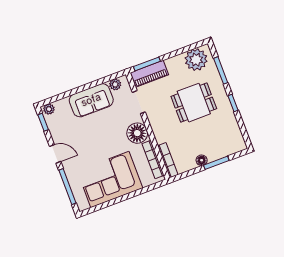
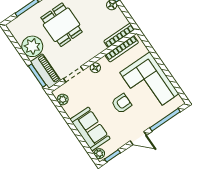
plant: (196, 60) -> (32, 46), moved
sofa: (91, 100) -> (90, 129), moved
floor lamp: (137, 133) -> (95, 68), width x0.53, depth x0.53
armchair: (96, 145) -> (122, 103), added
door: (55, 154) -> (138, 138), swing flipped

